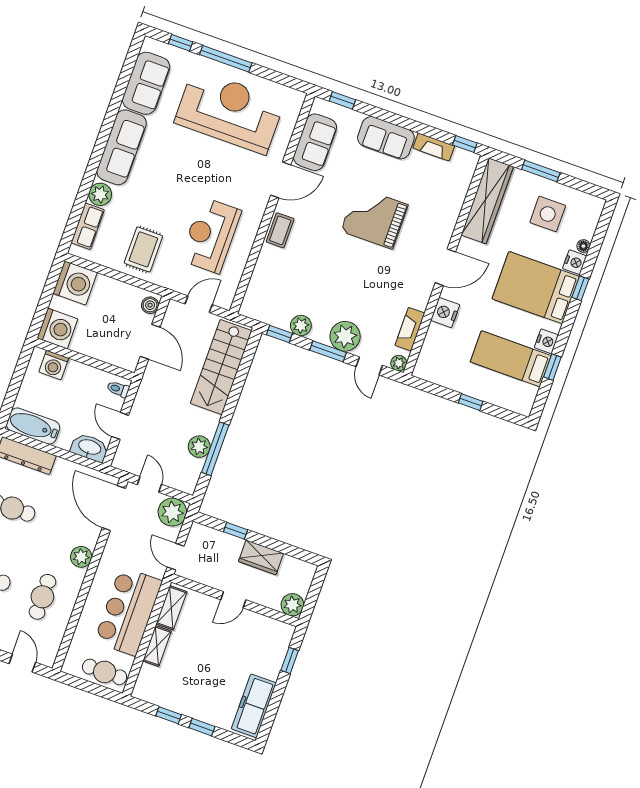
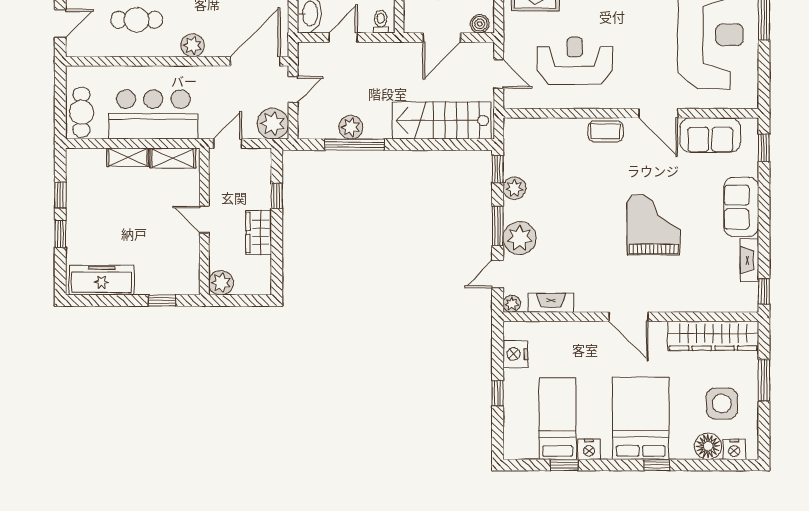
floor lamp: (583, 246) -> (708, 446), width x1.89, depth x1.89
nightstand: (575, 262) -> (734, 449), moved
nightstand: (445, 313) -> (515, 354), moved, turned -90

